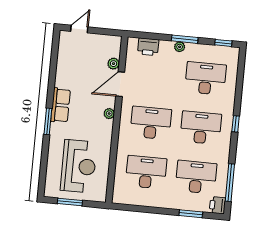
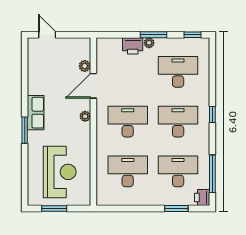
door: (79, 29) -> (47, 35), hinge flipped
printer: (148, 47) -> (133, 46), moved

